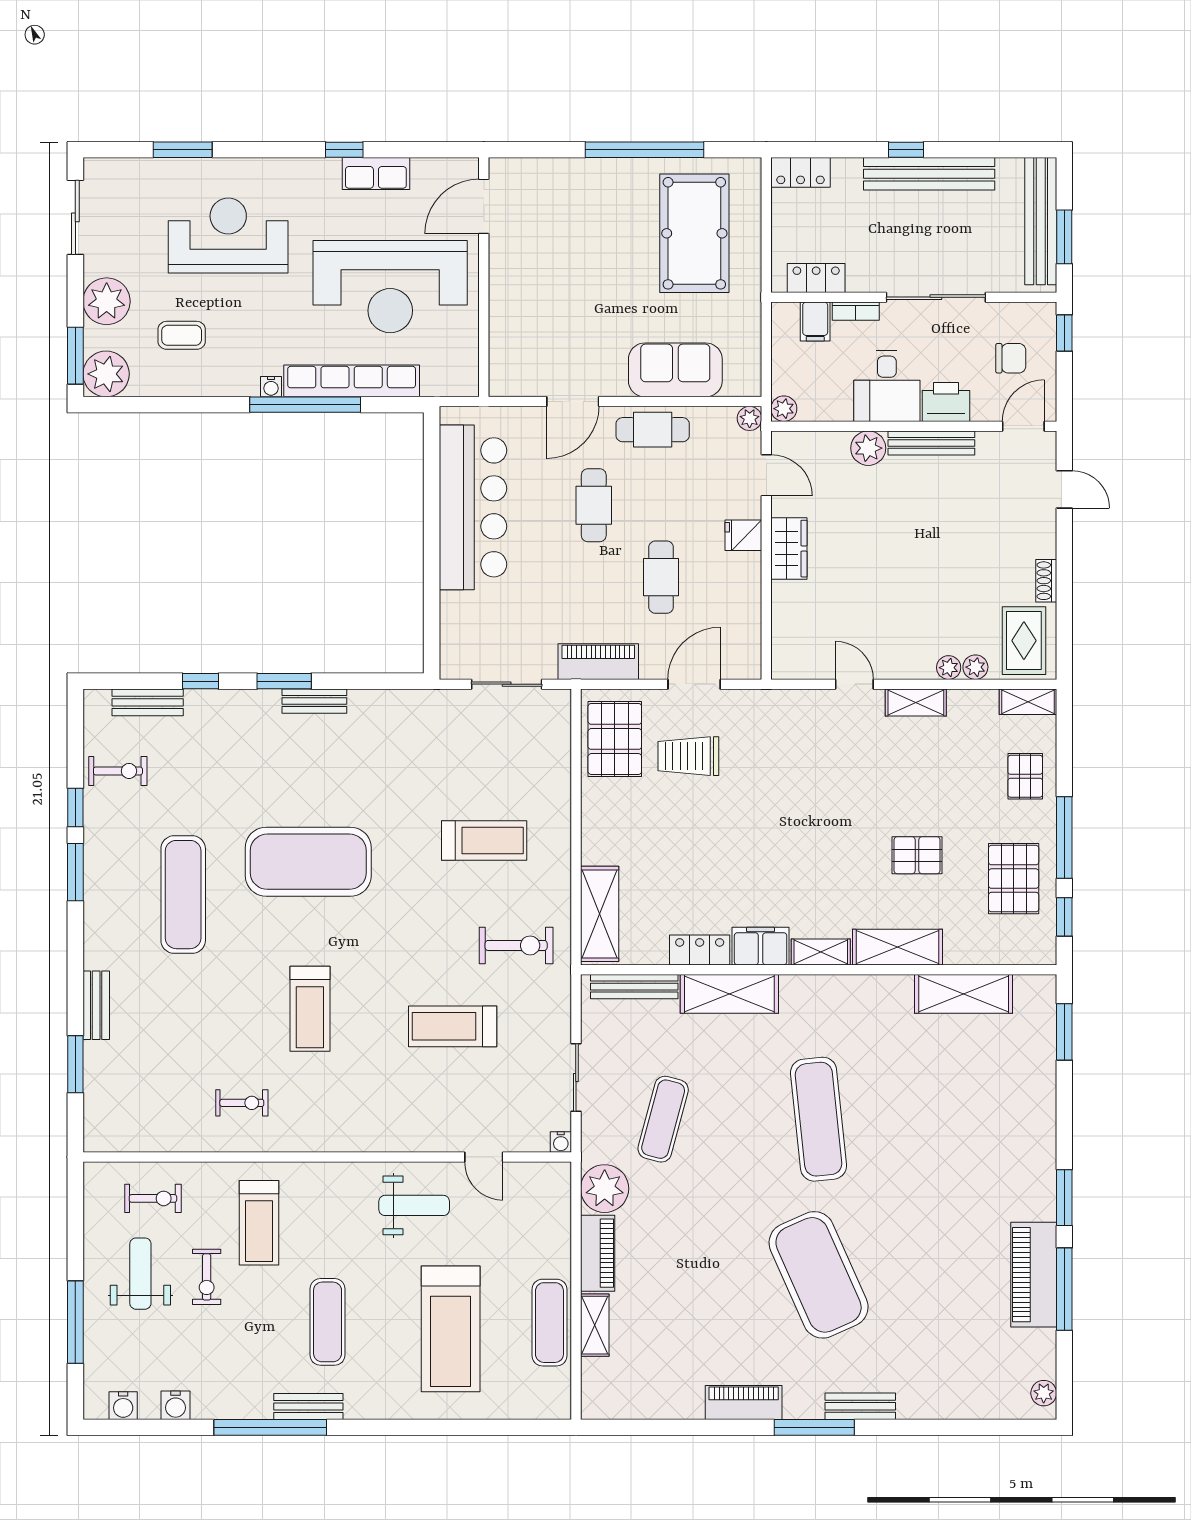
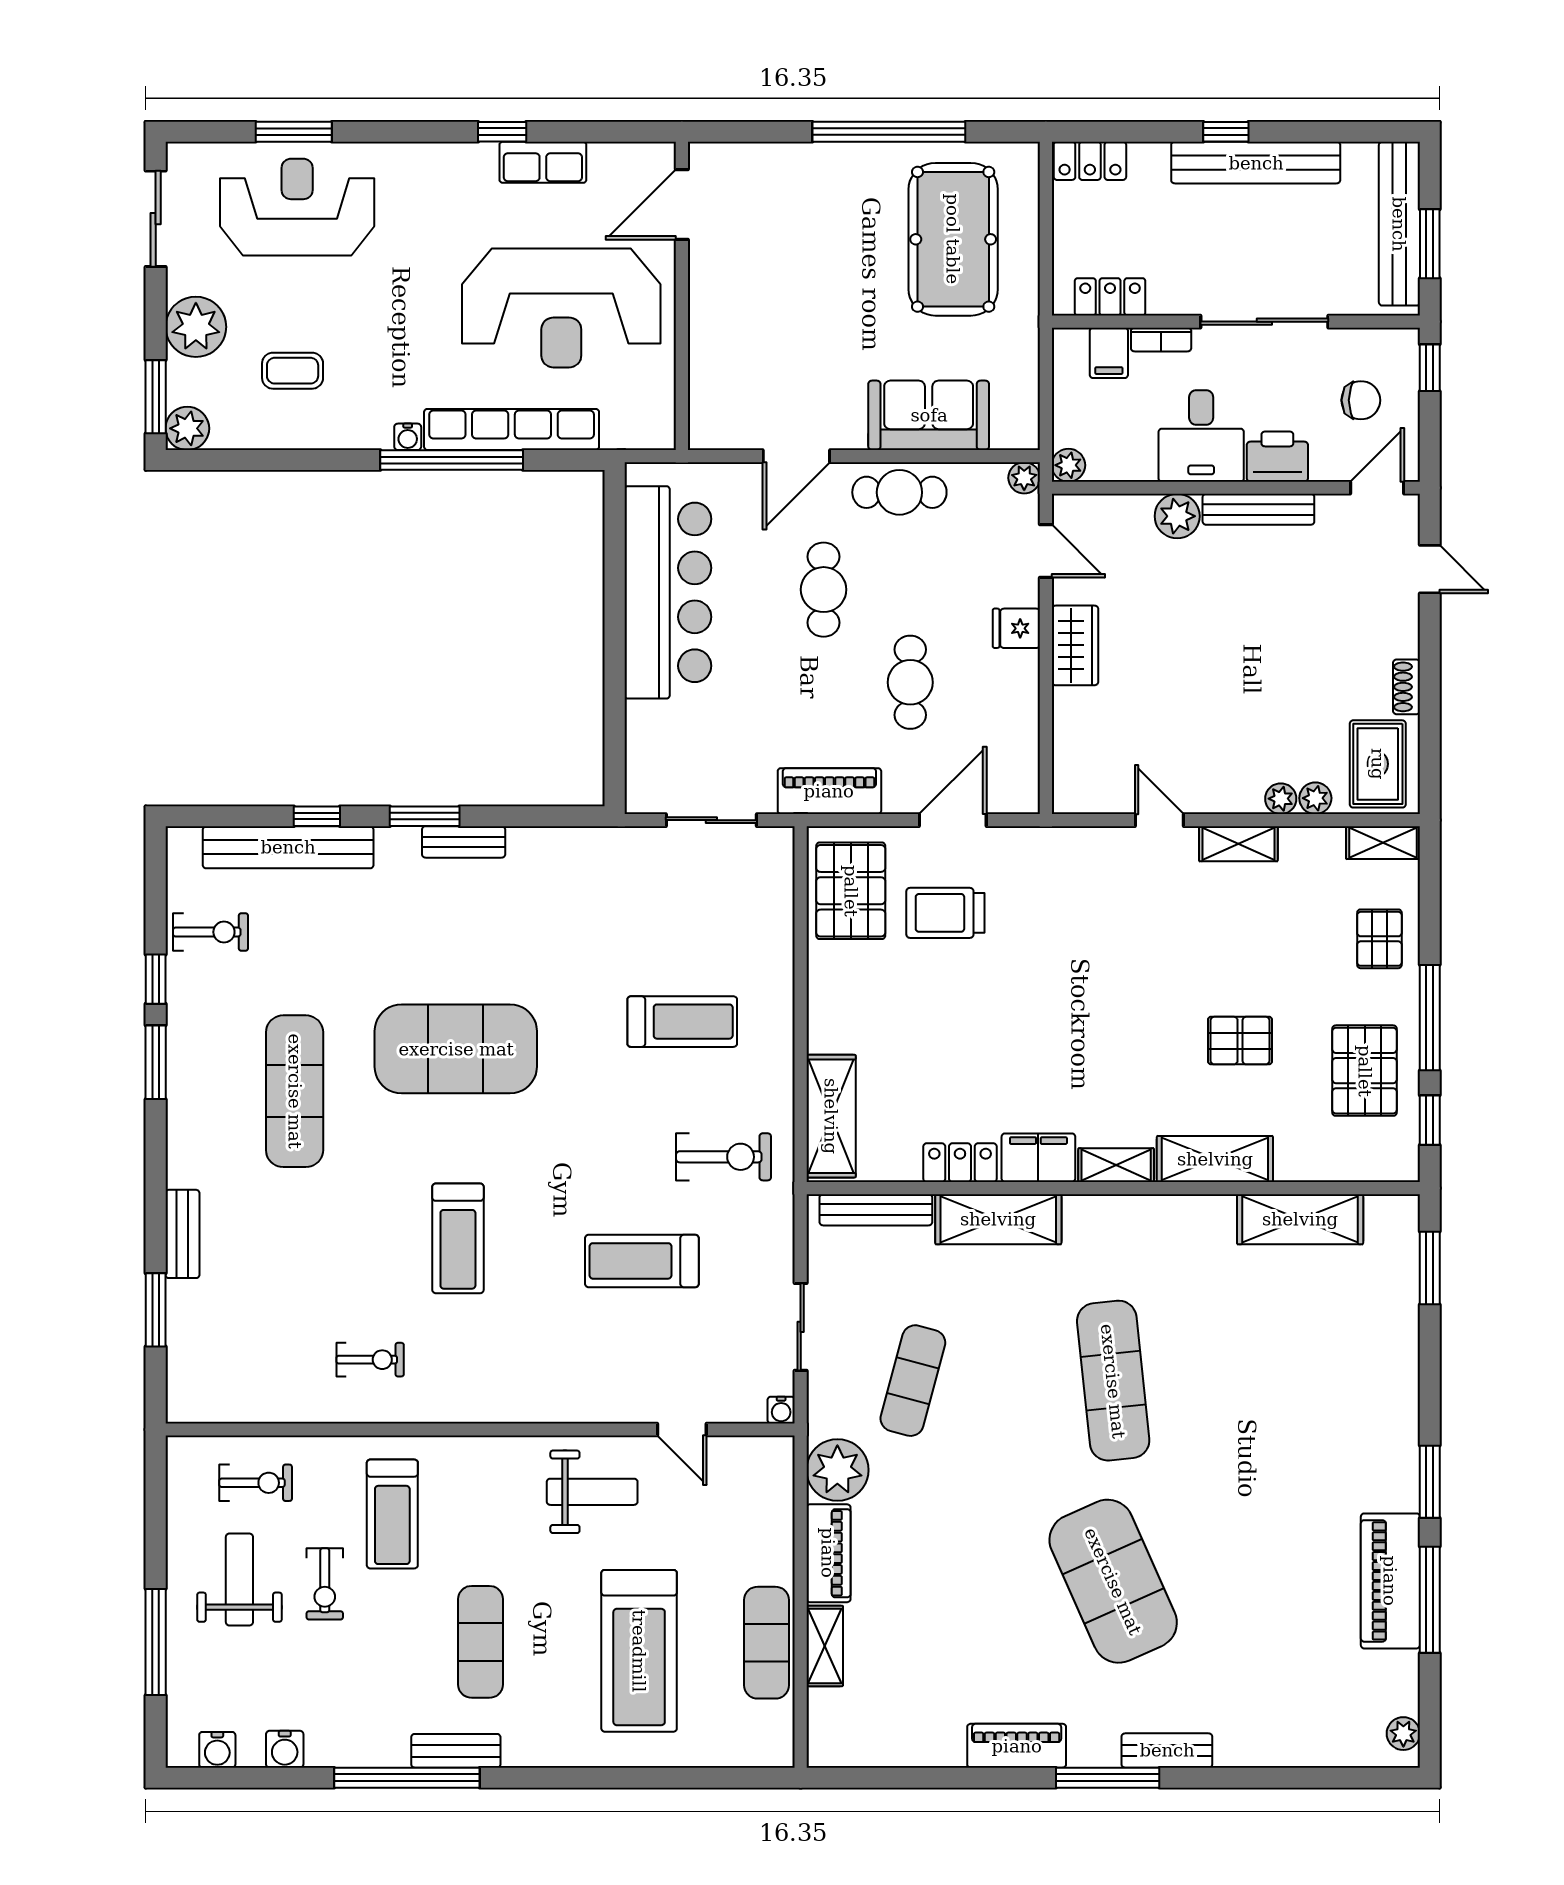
reception desk: (228, 236) -> (297, 207), moved
plant: (106, 374) -> (187, 428), width x0.73, depth x0.73
bench: (148, 702) -> (288, 847), width x1.86, depth x1.21

